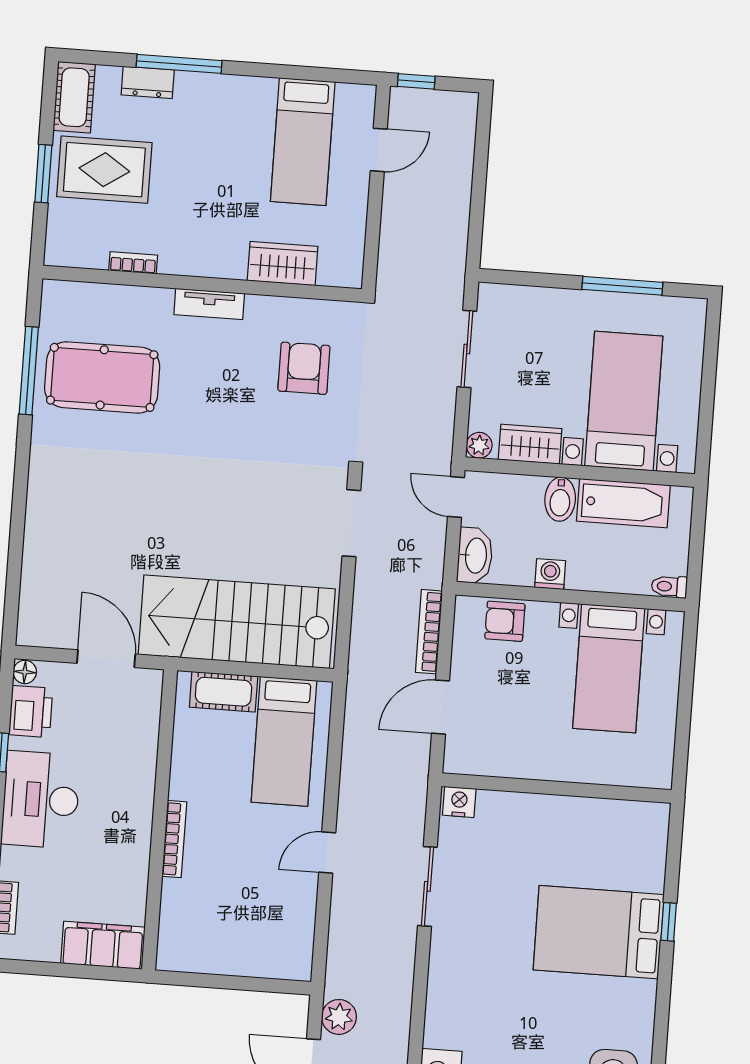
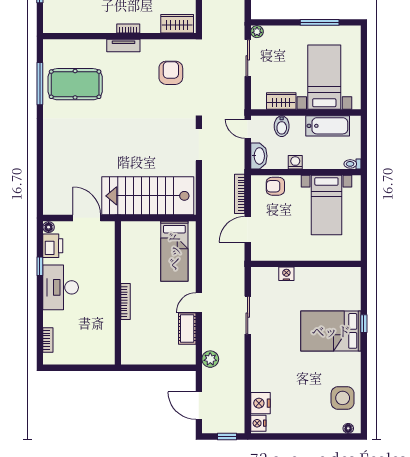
bookcase: (133, 263) -> (128, 29), moved
wardrobe: (283, 264) -> (177, 24), moved
plant: (479, 445) -> (257, 32), moved
bidet: (560, 499) -> (282, 126), moved
cot: (224, 692) -> (187, 329), moved, turned 90
nightstand: (459, 802) -> (286, 274), moved
filing cabinet: (103, 945) -> (95, 355), removed
plant: (339, 1017) -> (210, 359), moved

